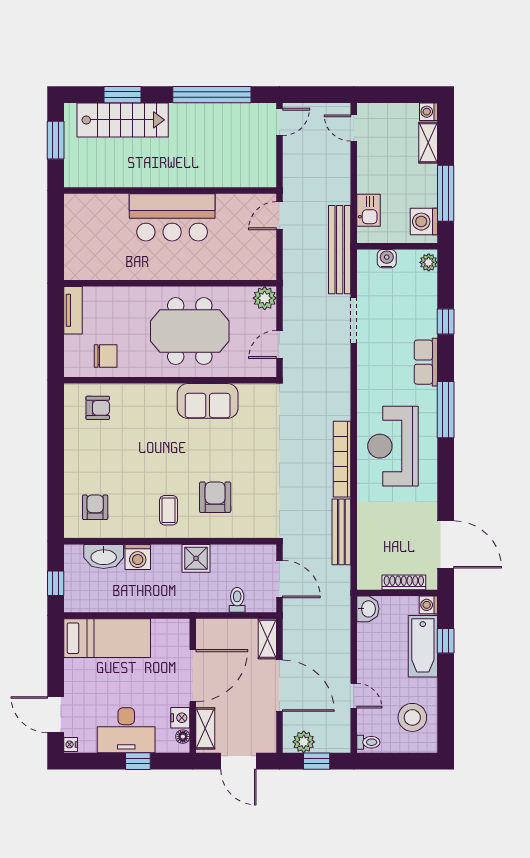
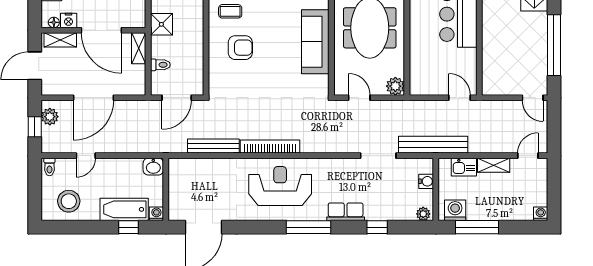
shelving: (428, 143) -> (494, 165), moved
sofa: (208, 401) -> (315, 42), width x1.36
shower: (196, 558) -> (161, 24), moved
shoe rack: (404, 582) -> (174, 195), removed
shelving: (267, 639) -> (139, 48), moved, turned 90

